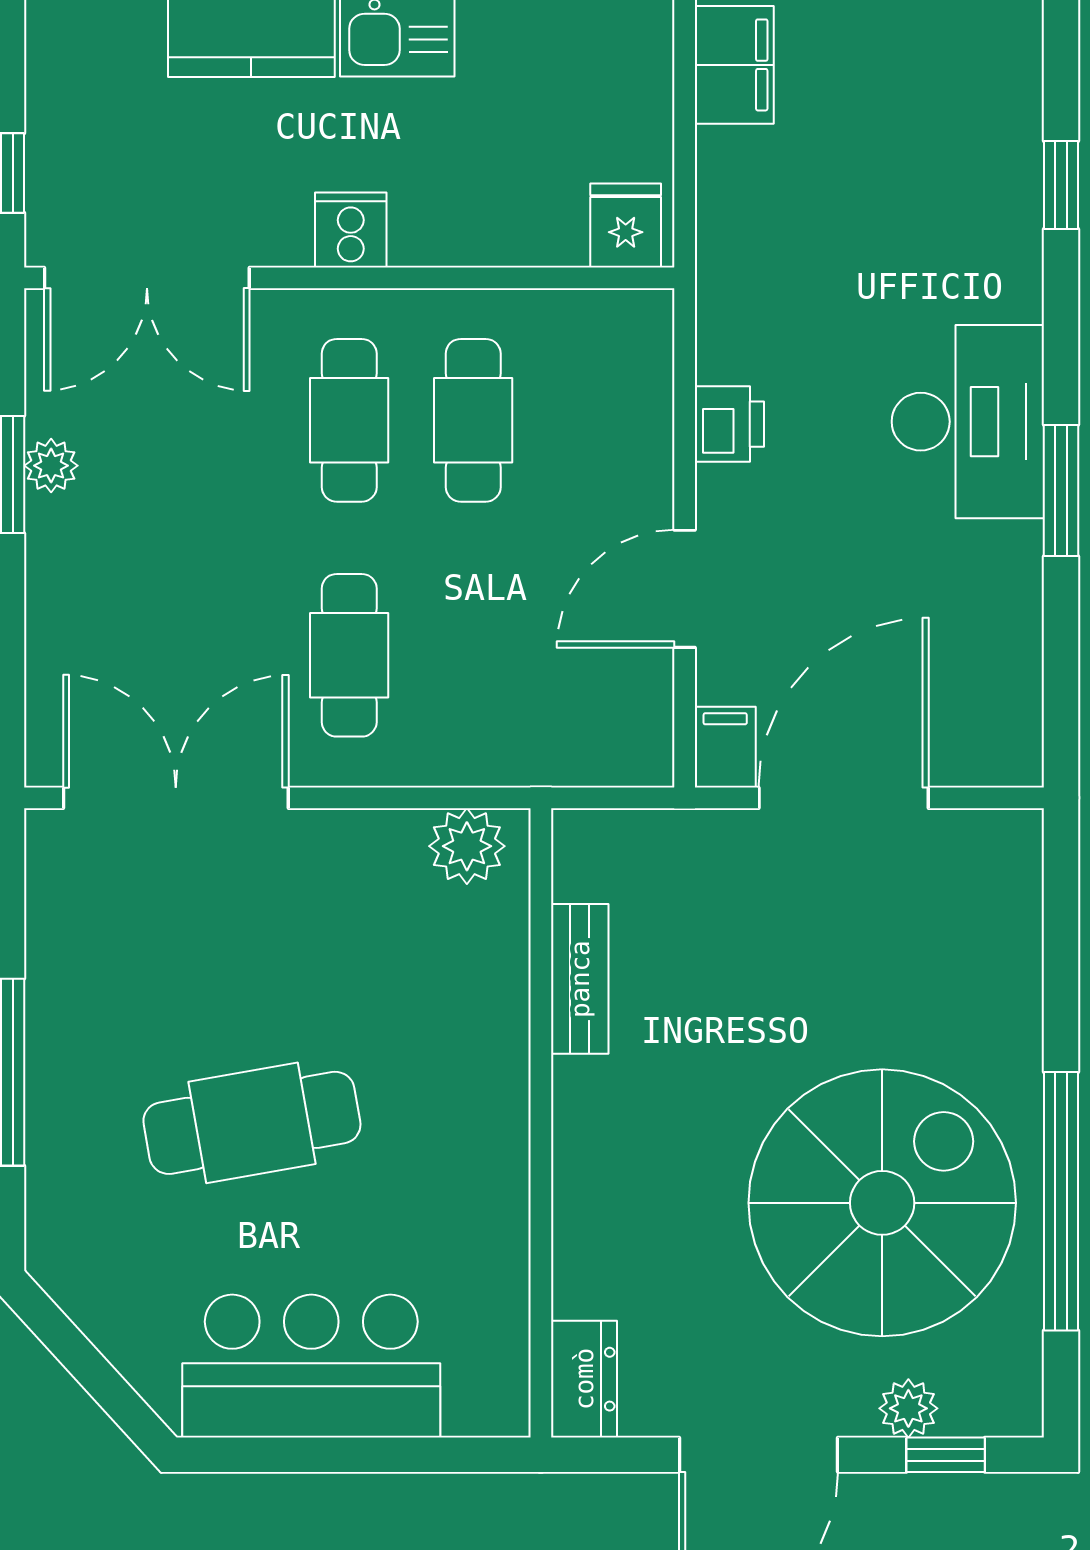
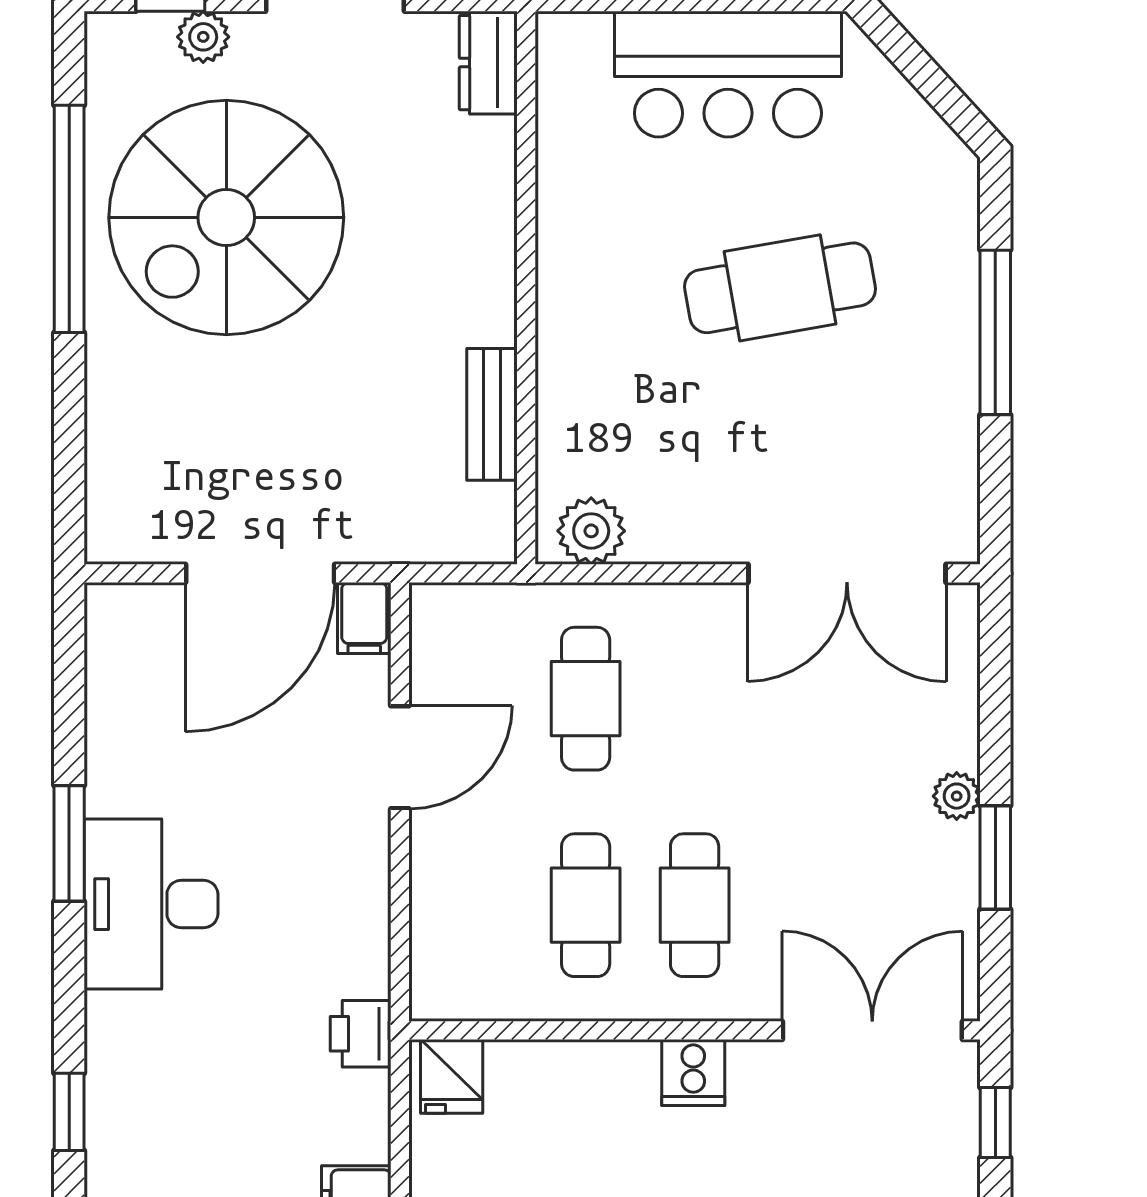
printer: (729, 424) -> (361, 1034), moved
plant: (51, 466) -> (957, 796), moved
cafe table: (349, 655) -> (586, 699), moved

